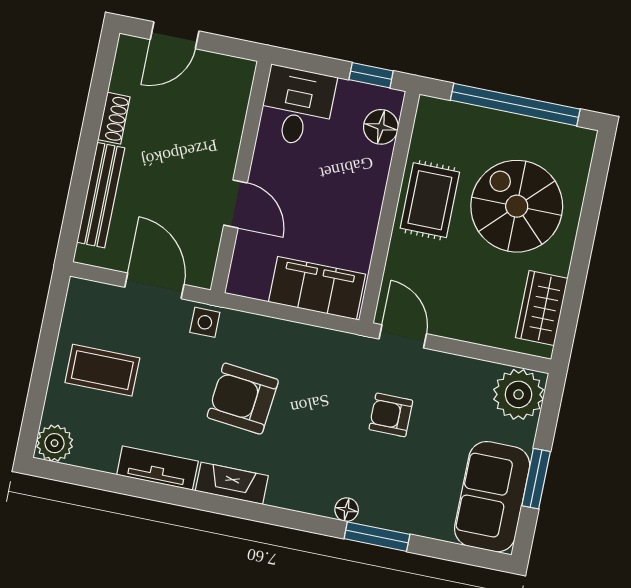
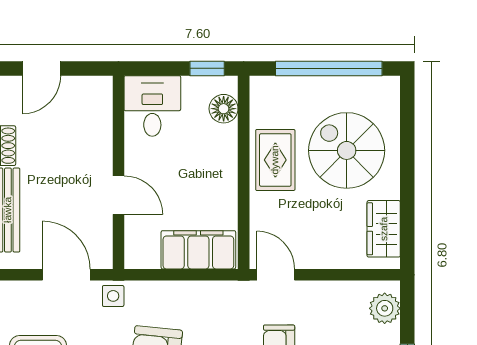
plant: (518, 394) -> (385, 308), width x0.73, depth x0.73

